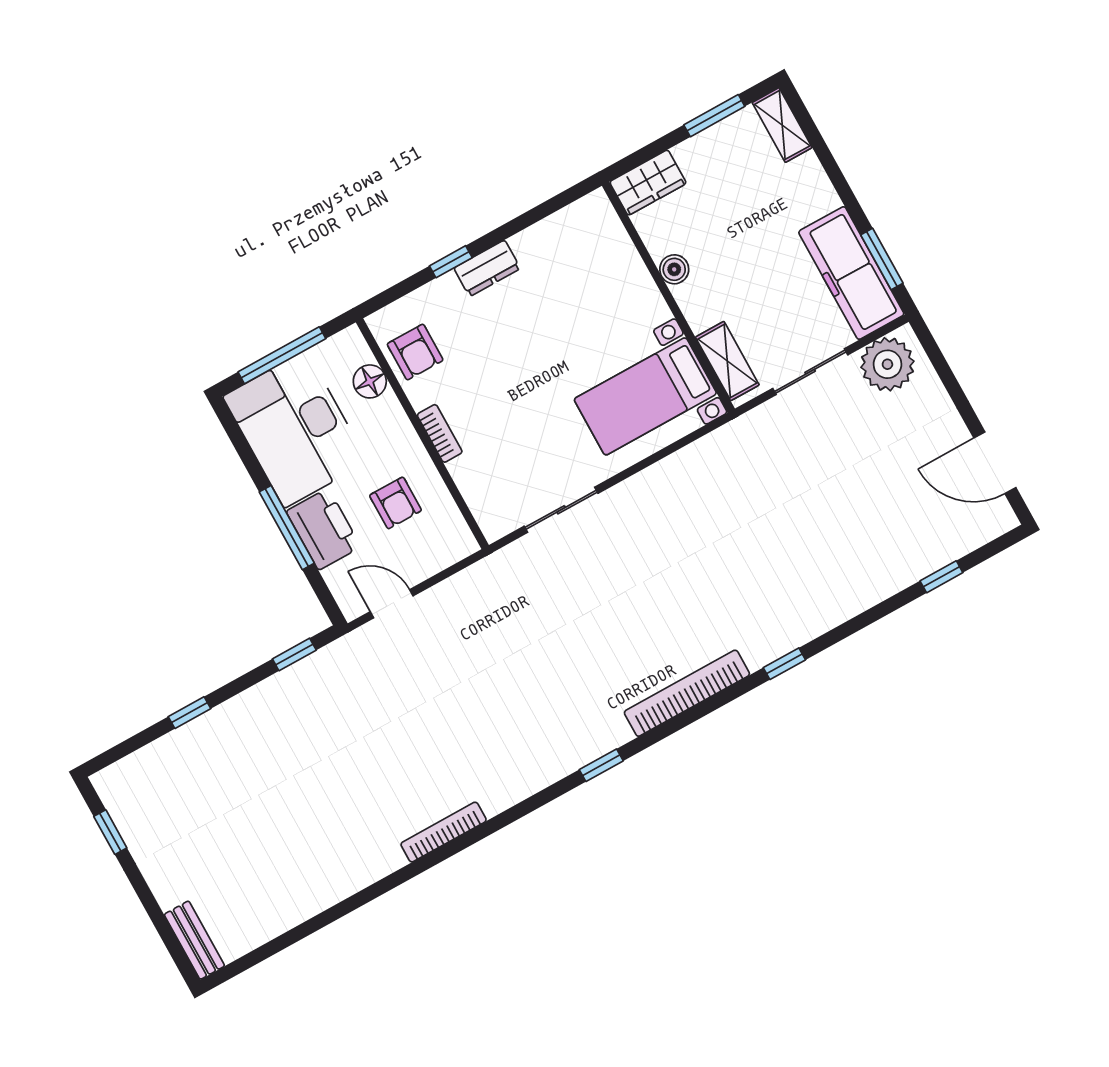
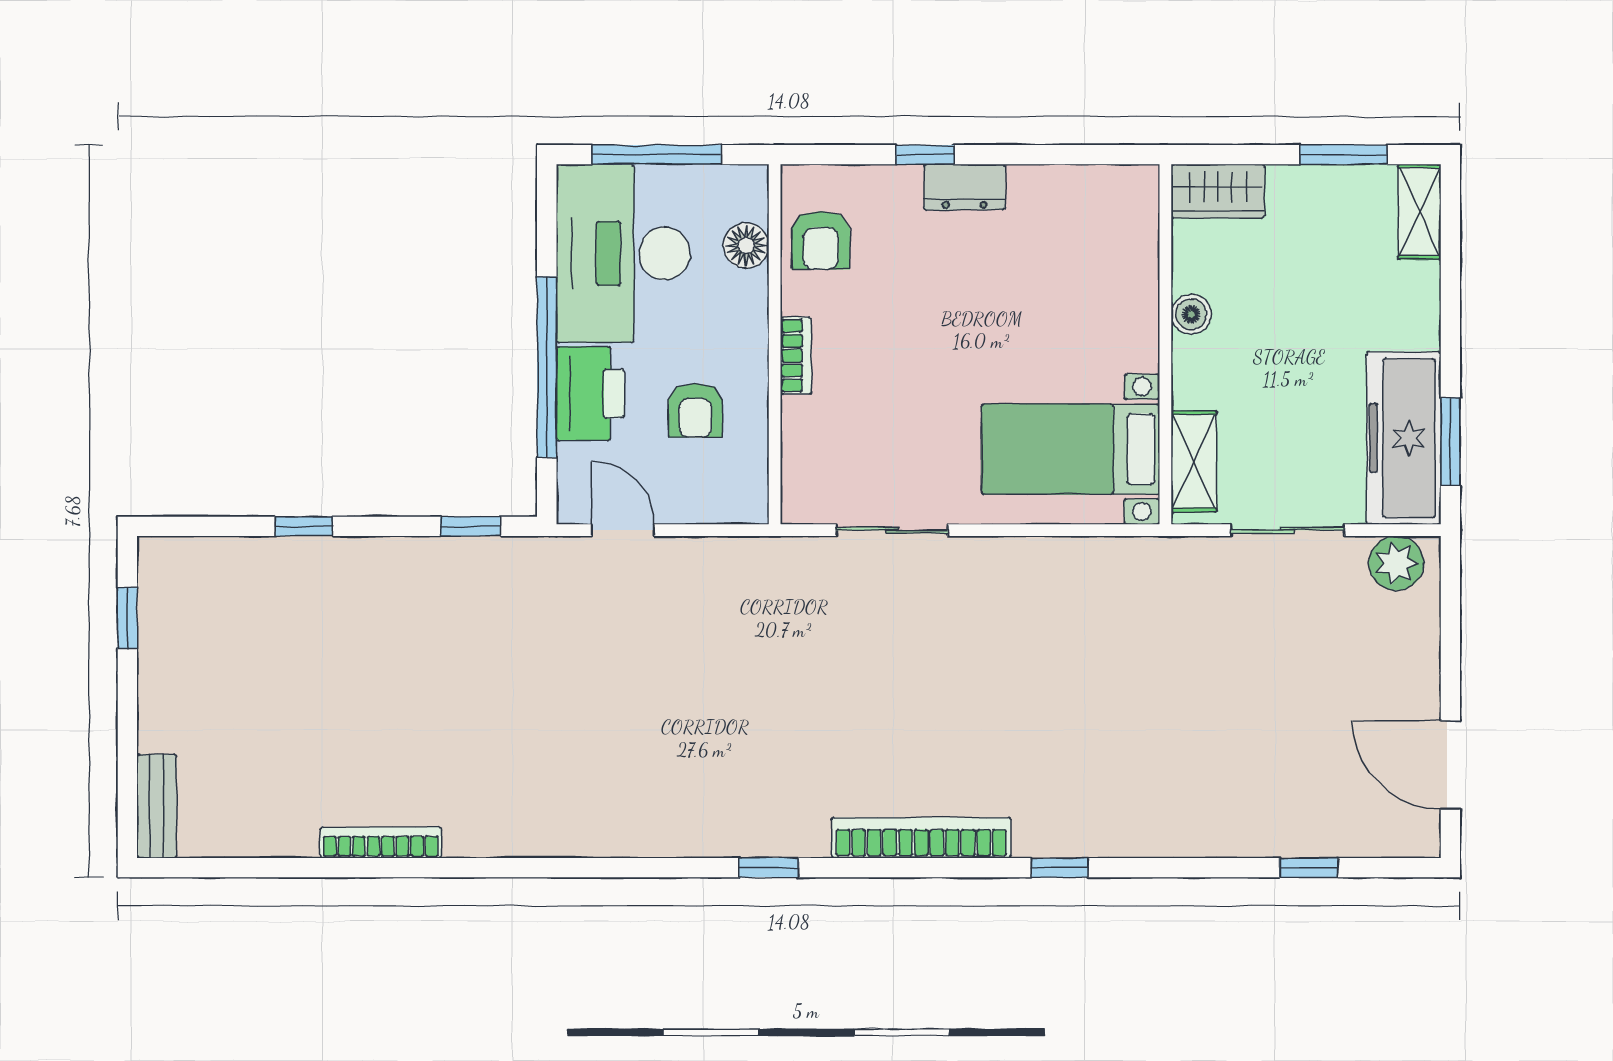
plant: (887, 364) -> (1396, 563), width x0.73, depth x0.73
window: (287, 528) -> (547, 367), width x1.46
bookcase: (444, 832) -> (381, 843), moved

